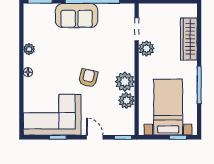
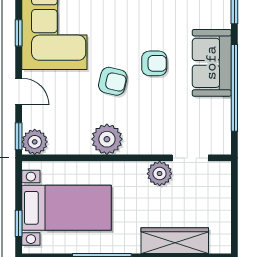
armchair: (77, 52) -> (154, 63), added
plant: (127, 101) -> (35, 142), moved
door: (95, 137) -> (19, 92), hinge flipped

